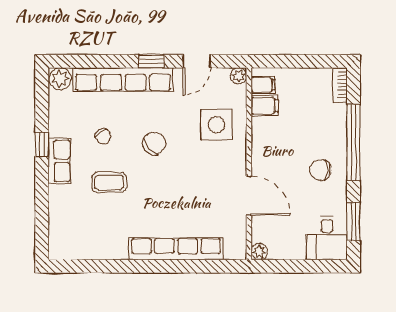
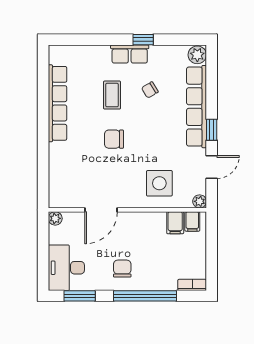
door: (197, 61) -> (212, 167), swing flipped
chair: (154, 143) -> (114, 139), moved, turned 131
desk: (327, 238) -> (66, 268), width x1.37
row of seats: (176, 249) -> (58, 103), moved

